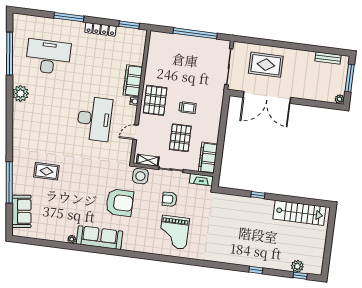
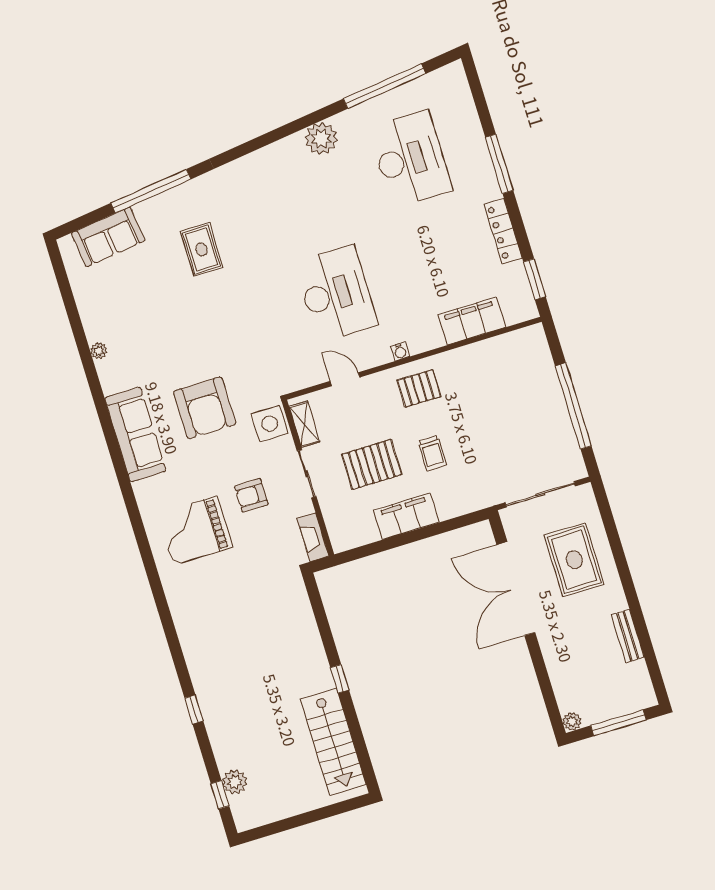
bench: (328, 58) -> (628, 636), moved
filing cabinet: (133, 81) -> (472, 321), moved
pallet: (155, 100) -> (419, 388), width x0.67, depth x0.71
desk: (94, 119) -> (336, 293), turned -90
filing cabinet: (208, 158) -> (406, 516), moved
window: (258, 195) -> (340, 679), moved
armchair: (170, 199) -> (251, 495), turned -88
sofa: (99, 238) -> (135, 435), moved

